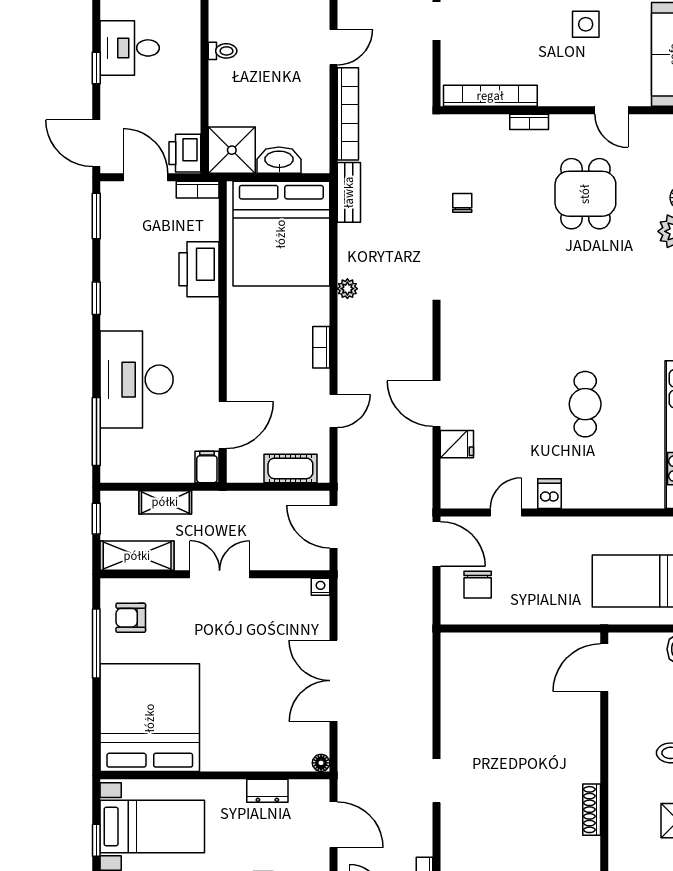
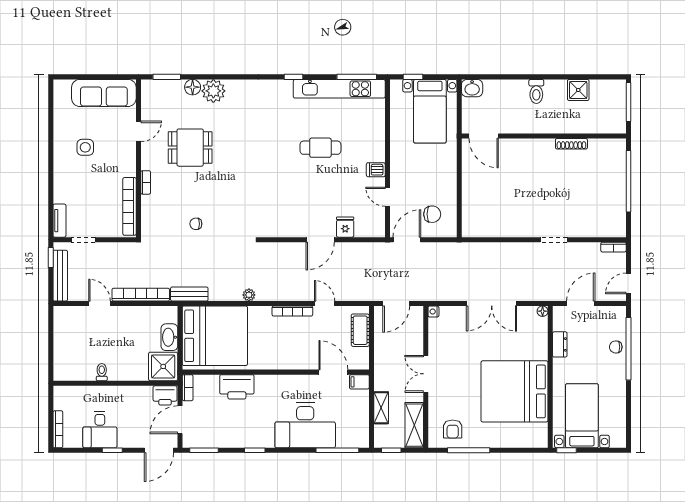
bookcase: (321, 347) -> (292, 311), width x1.56
bed: (150, 718) -> (514, 391), moved
window: (96, 840) -> (567, 450), moved

